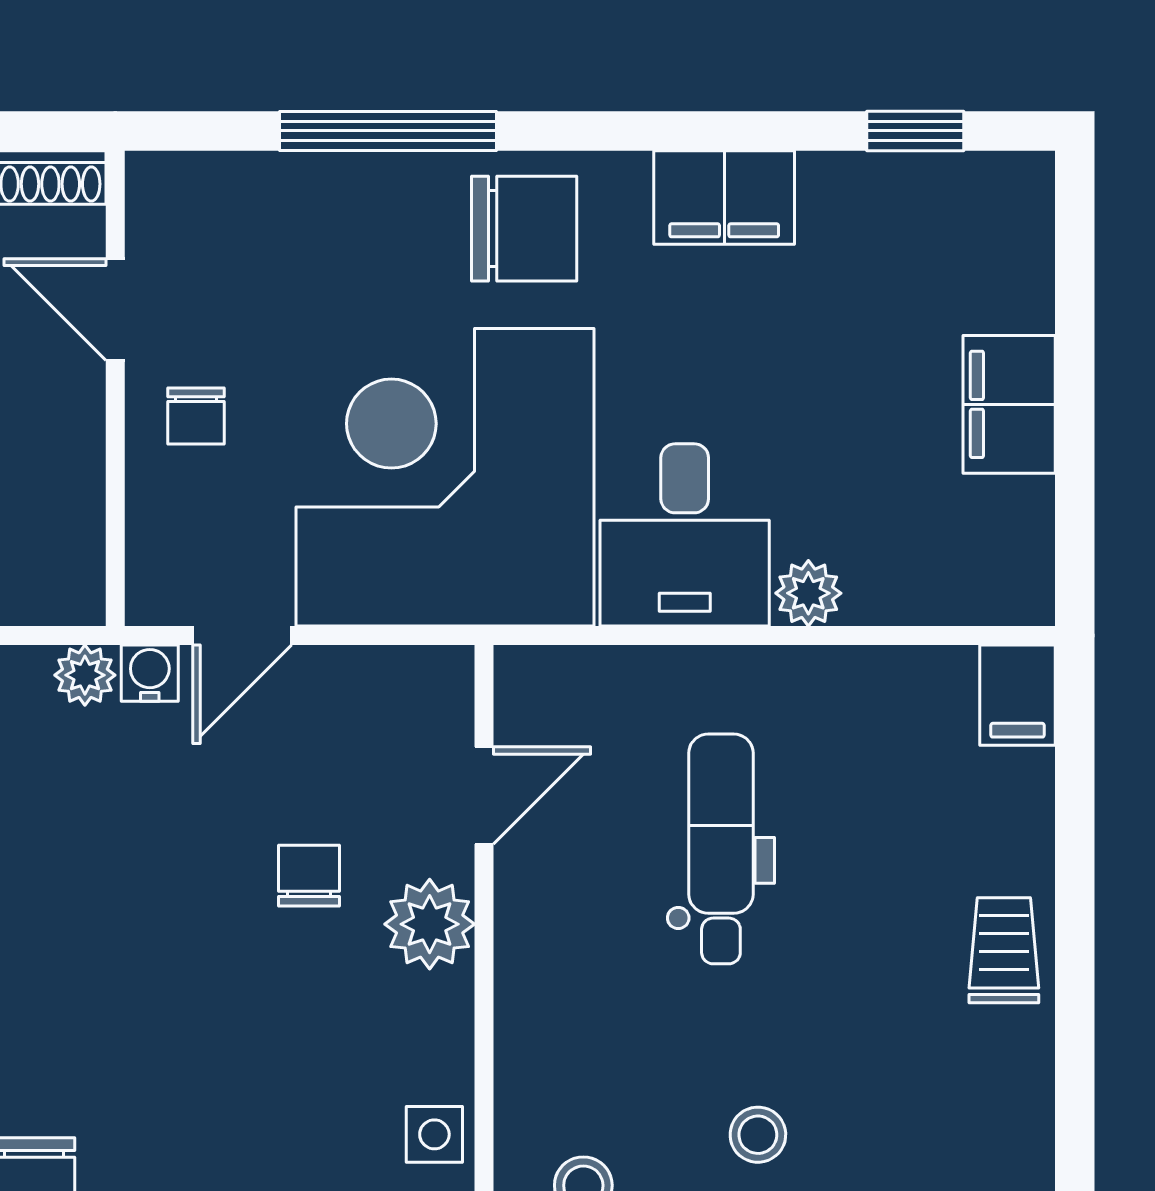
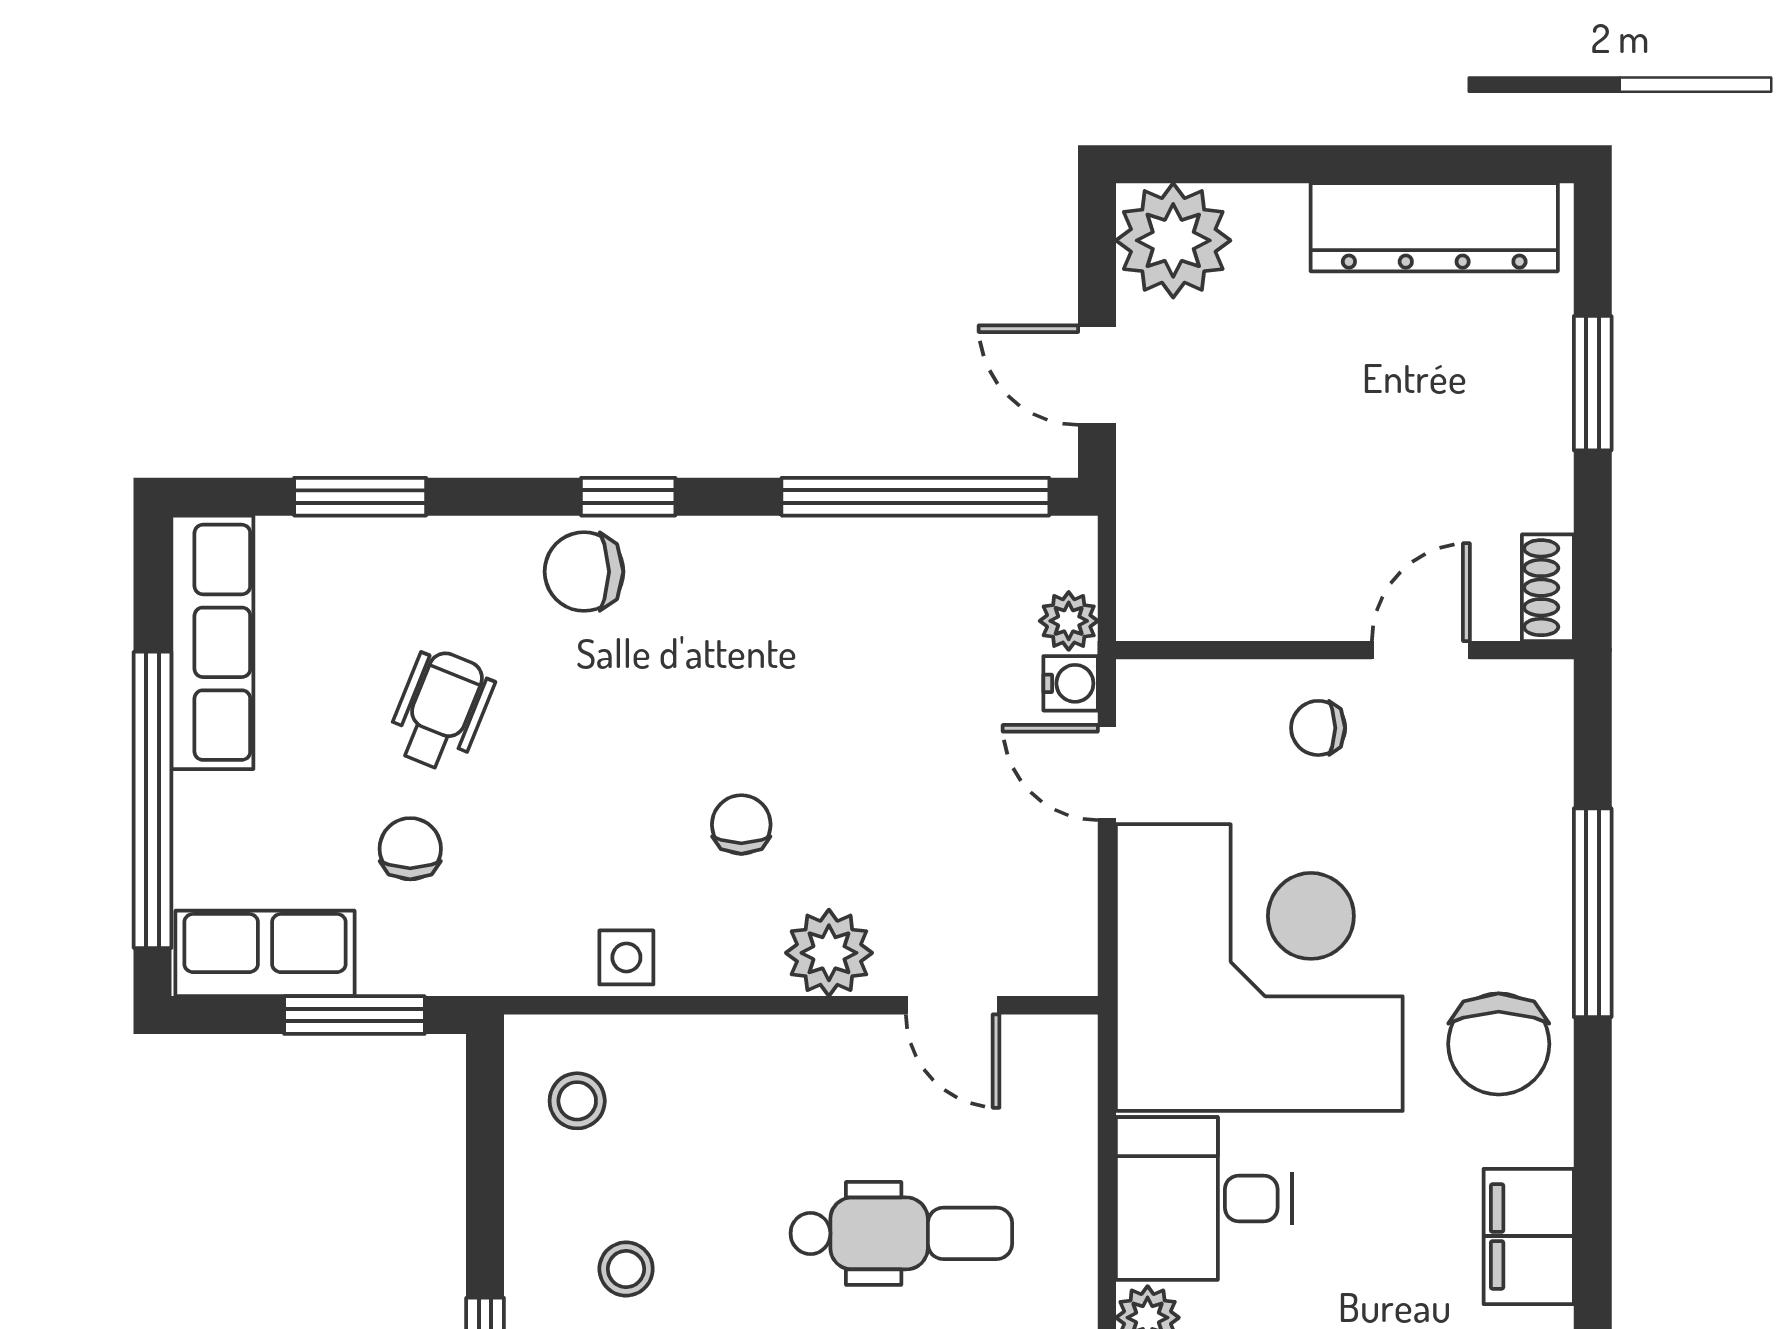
chair: (309, 876) -> (741, 825), moved, turned -90

